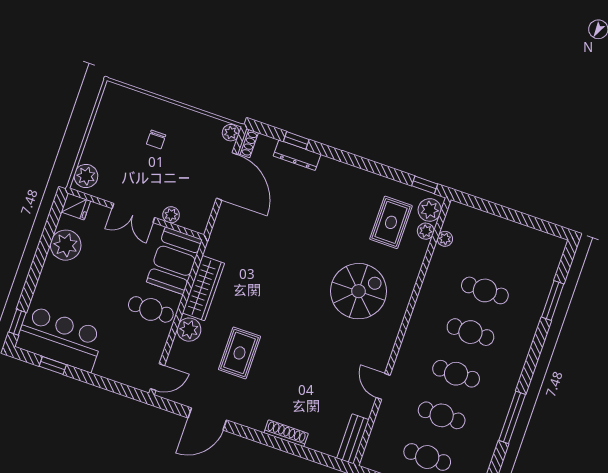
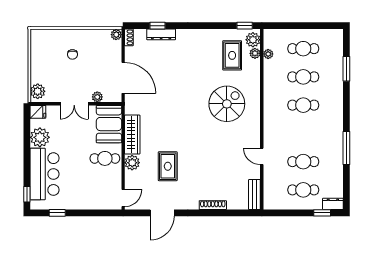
door: (227, 176) -> (123, 78), moved
bar counter: (60, 339) -> (44, 174), moved, turned 90
cafe table: (456, 374) -> (303, 49), moved

